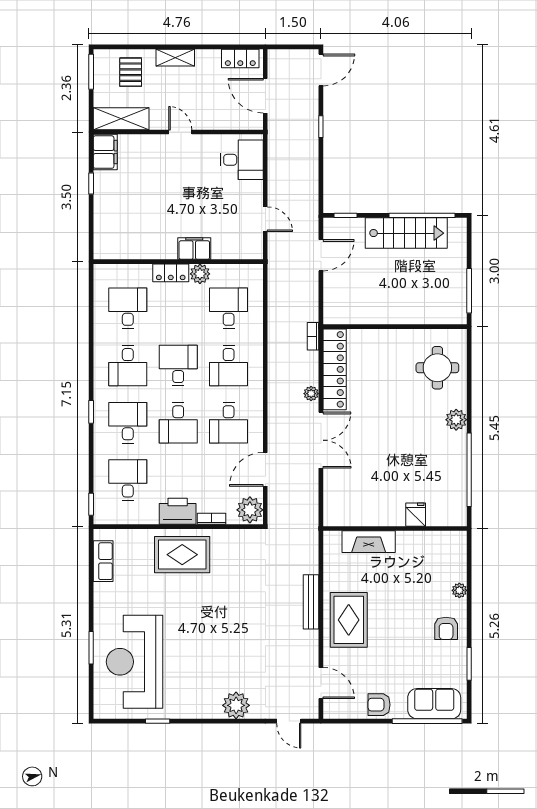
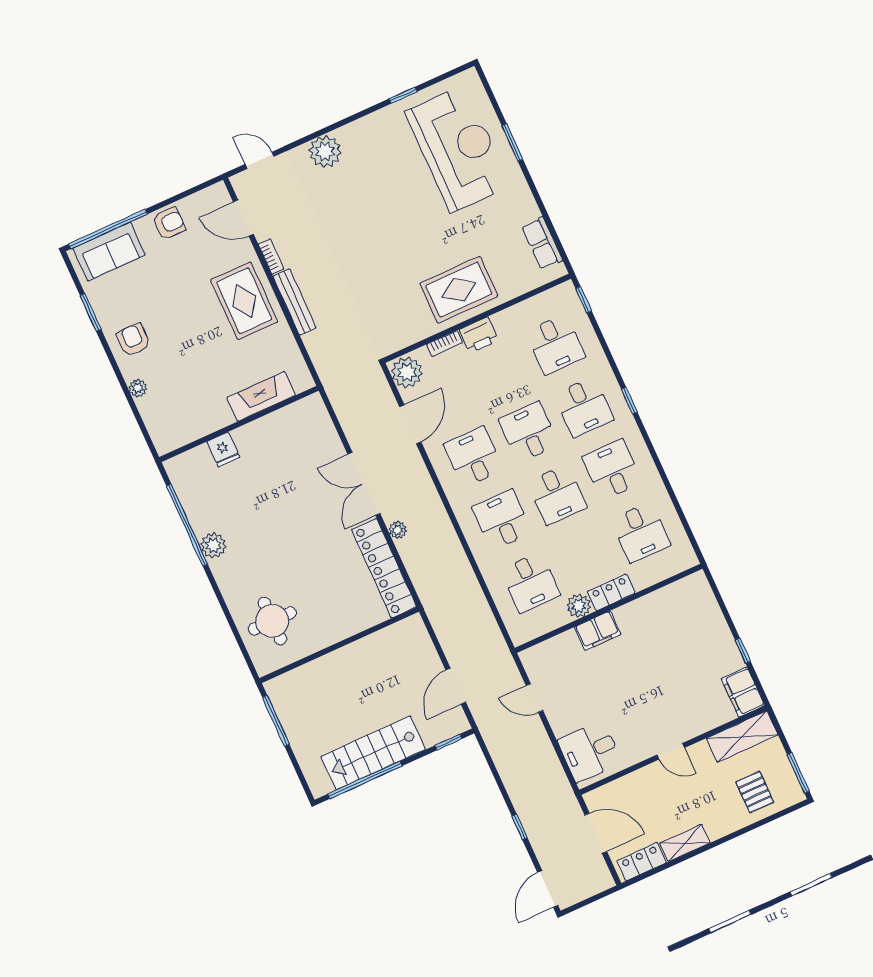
shelving: (175, 58) -> (685, 843), moved
bookcase: (313, 336) -> (271, 256), moved
plant: (456, 420) -> (213, 545), moved
printer: (178, 511) -> (479, 335), width x0.73, depth x0.84

